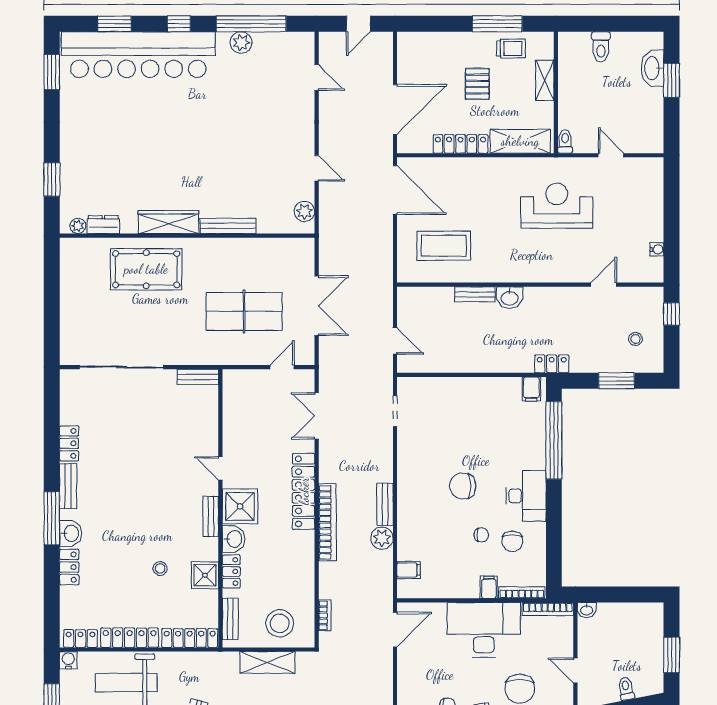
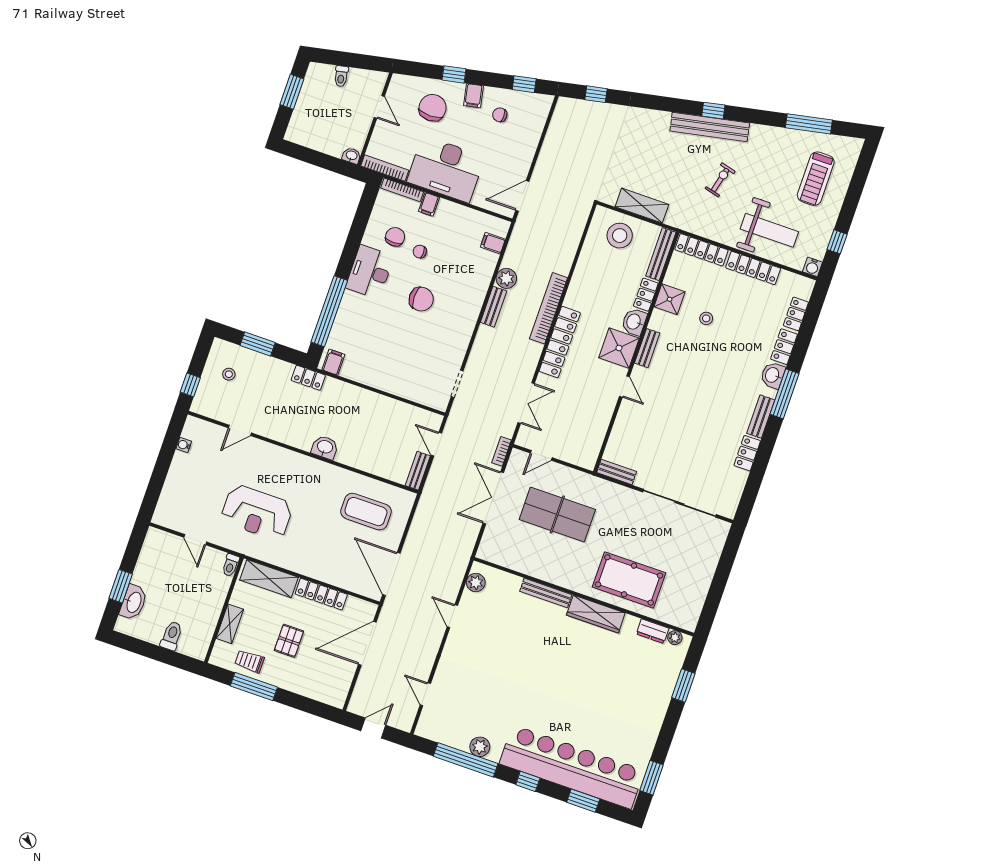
bench: (475, 294) -> (418, 471), moved, turned 90
bookcase: (325, 615) -> (502, 451), moved
bench: (230, 619) -> (661, 254), width x1.36
locker: (80, 639) -> (796, 314), moved, turned 90

